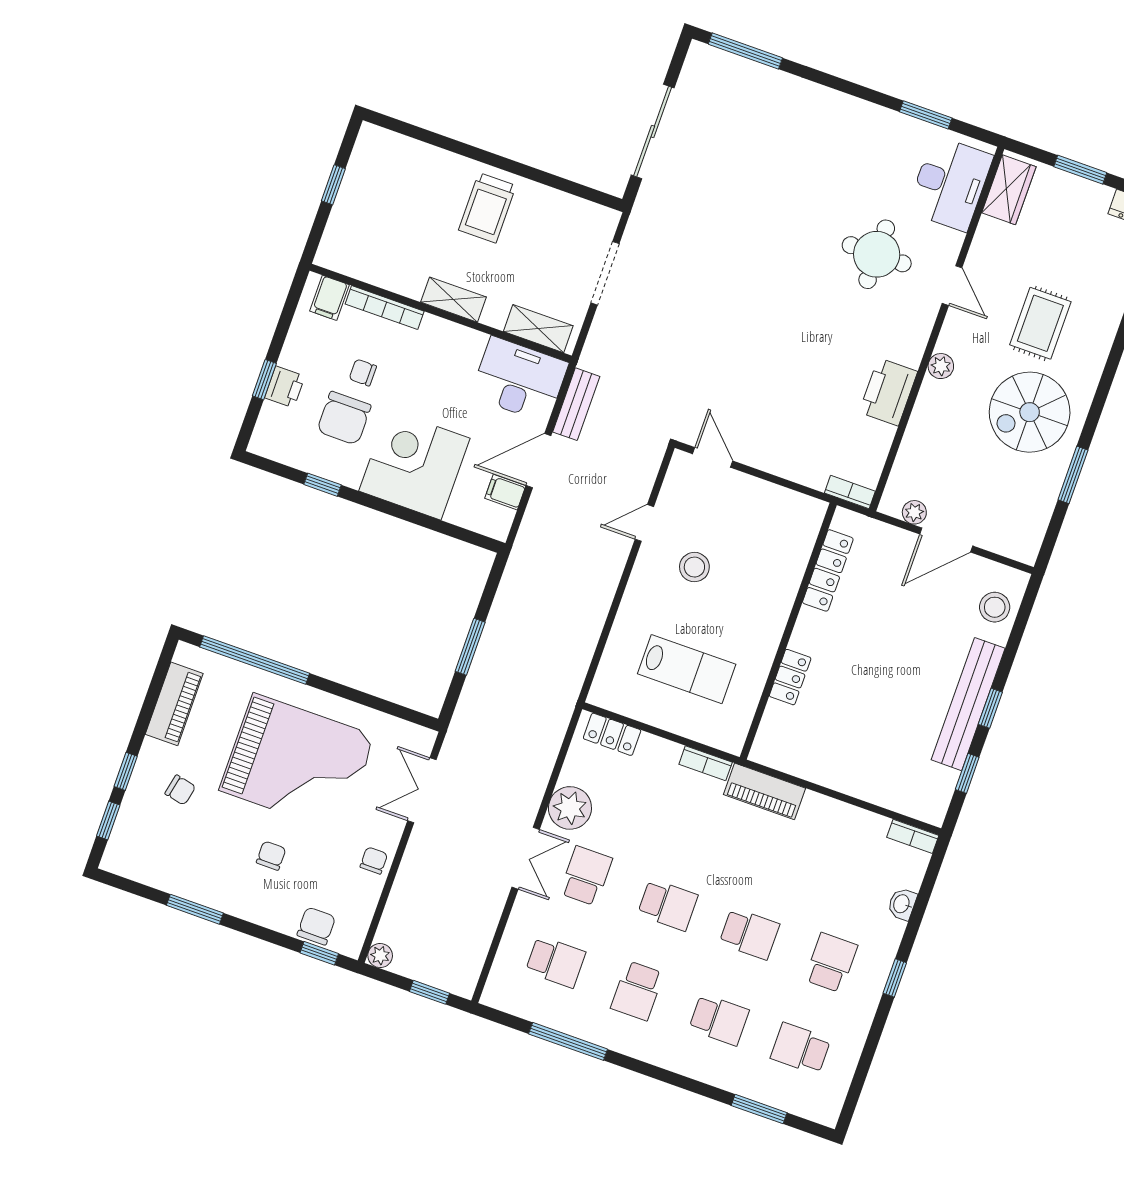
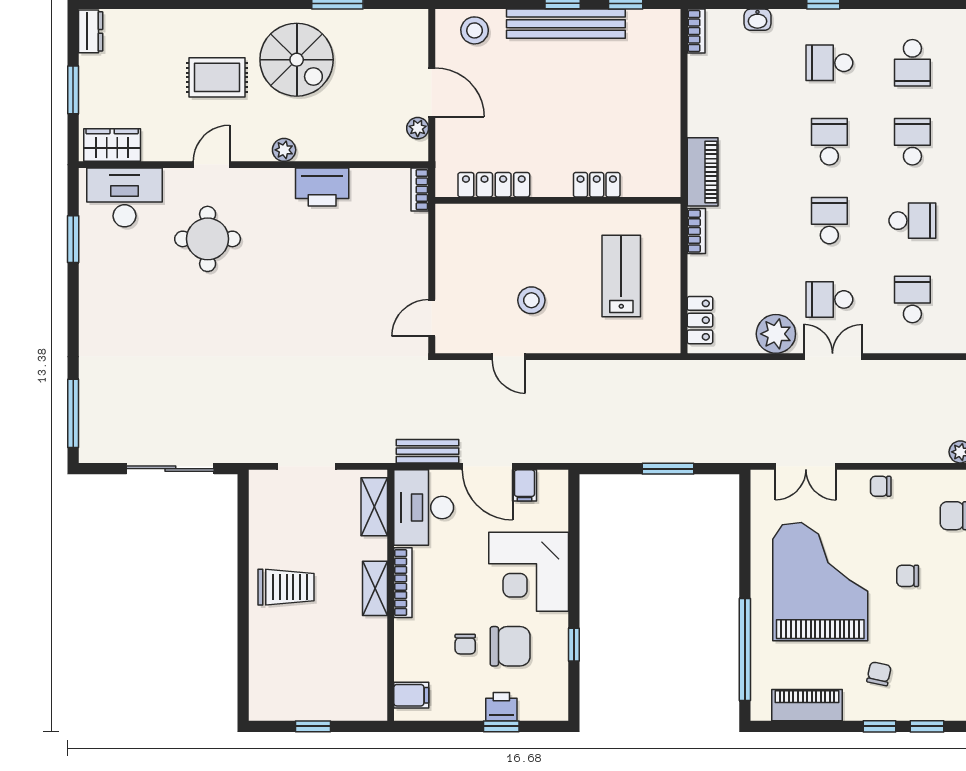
bookcase: (385, 308) -> (403, 583), moved

